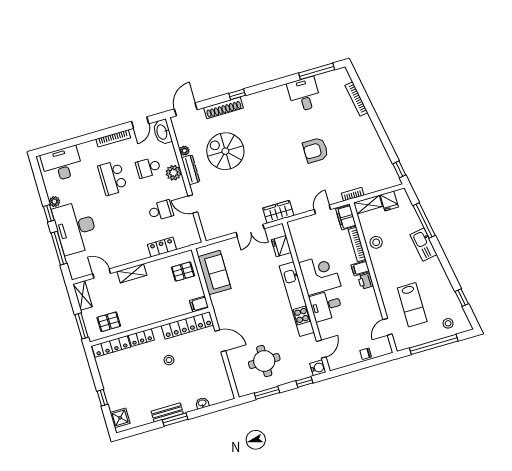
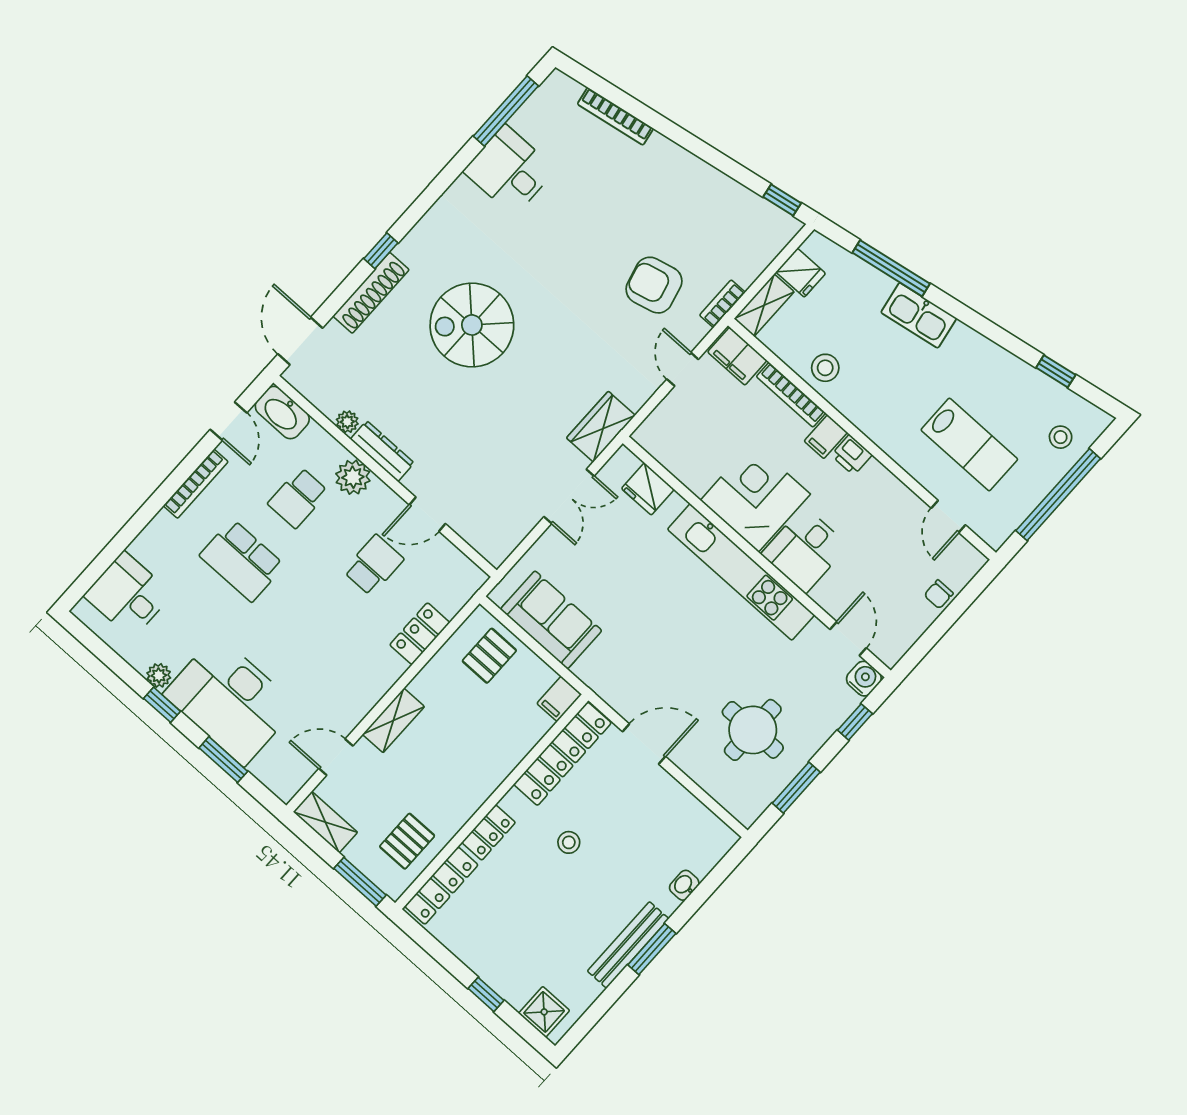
armchair: (315, 150) -> (654, 285), moved, turned 76
spiral stairs: (225, 151) -> (472, 325), moved
desk: (62, 164) -> (128, 595), width x0.73
window: (59, 248) -> (223, 760), width x0.69
bench: (167, 412) -> (628, 945), width x1.36

